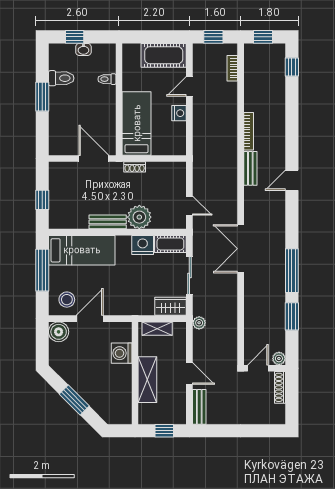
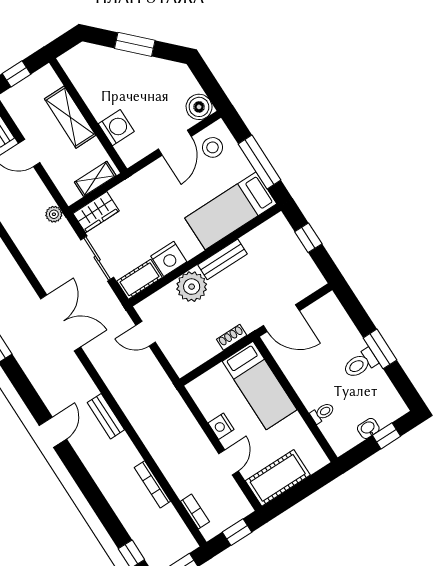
toilet: (61, 78) -> (360, 364), moved
bookcase: (249, 131) -> (152, 484), moved

